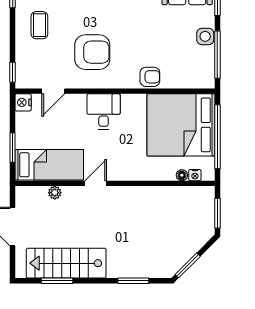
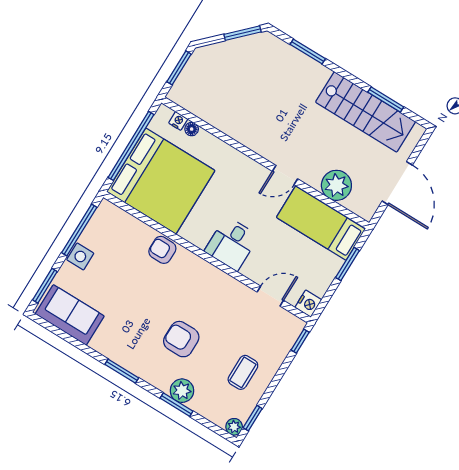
armchair: (92, 52) -> (181, 339), moved, width x0.73, depth x0.73
plant: (55, 193) -> (336, 185), width x1.88, depth x1.88

